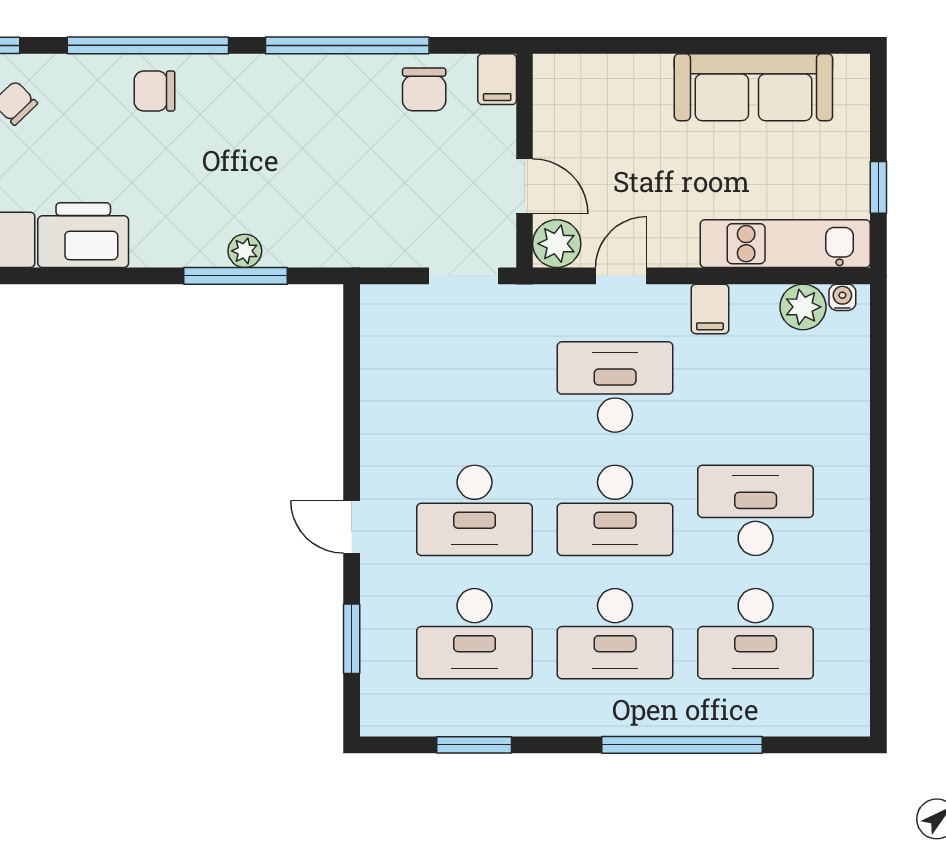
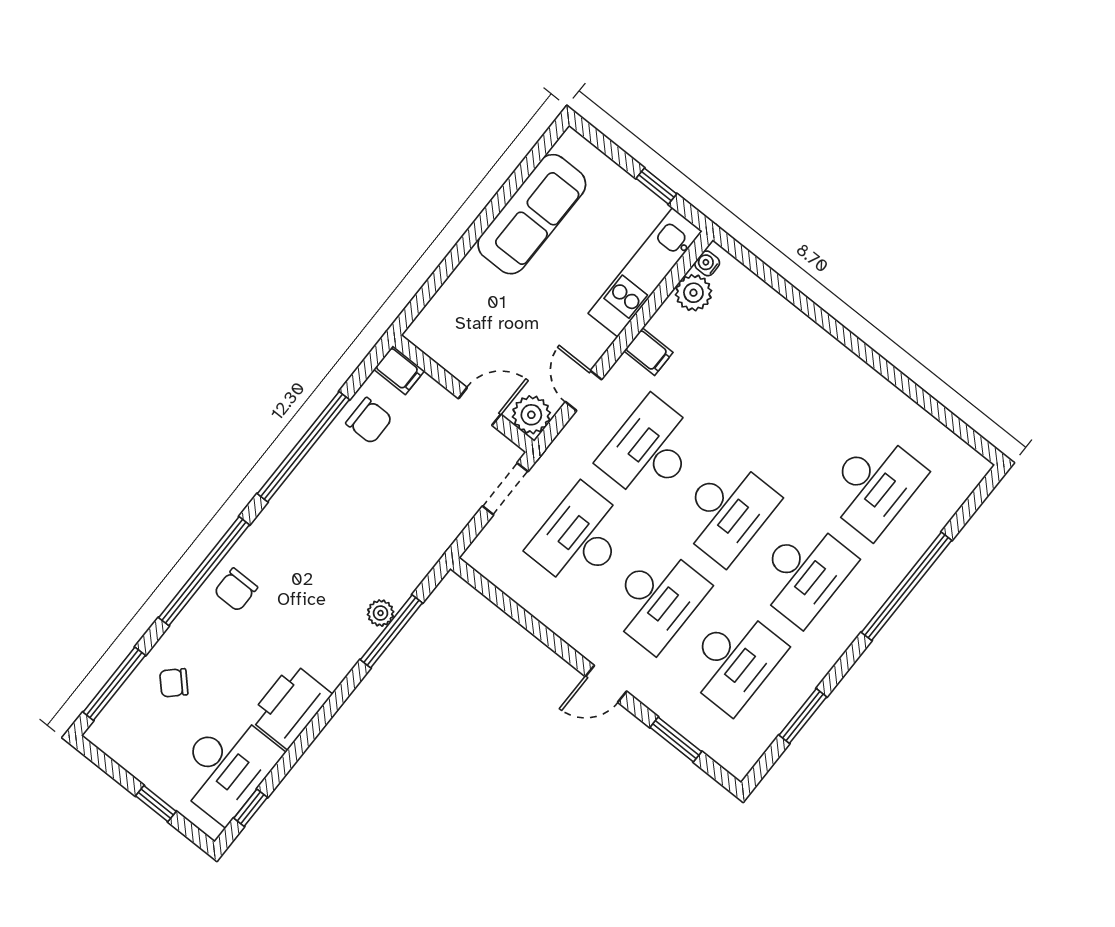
desk: (756, 510) -> (580, 538), moved

